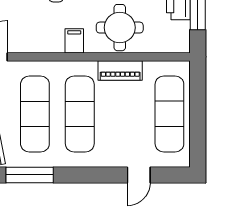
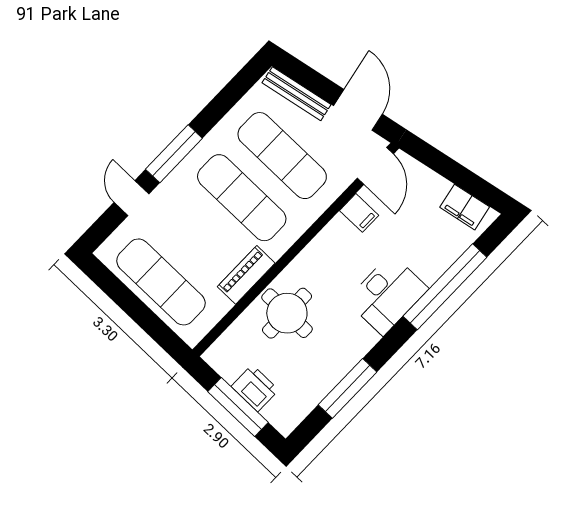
filing cabinet: (74, 41) -> (359, 213), moved
window: (30, 175) -> (174, 154), moved

